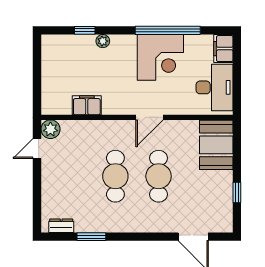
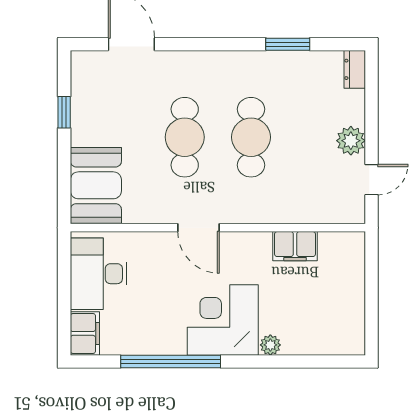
window: (85, 30) -> (298, 362), removed
corner desk: (160, 57) -> (223, 320), moved
door: (150, 117) -> (199, 228), swing flipped
plant: (50, 129) -> (351, 141), moved
dresser: (61, 226) -> (355, 69), moved, turned 90

